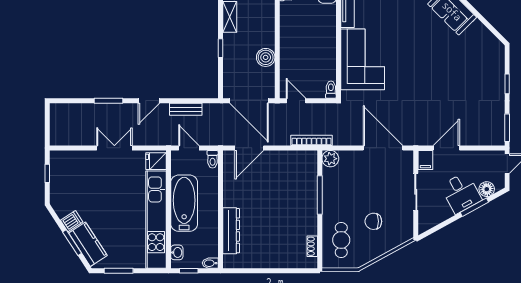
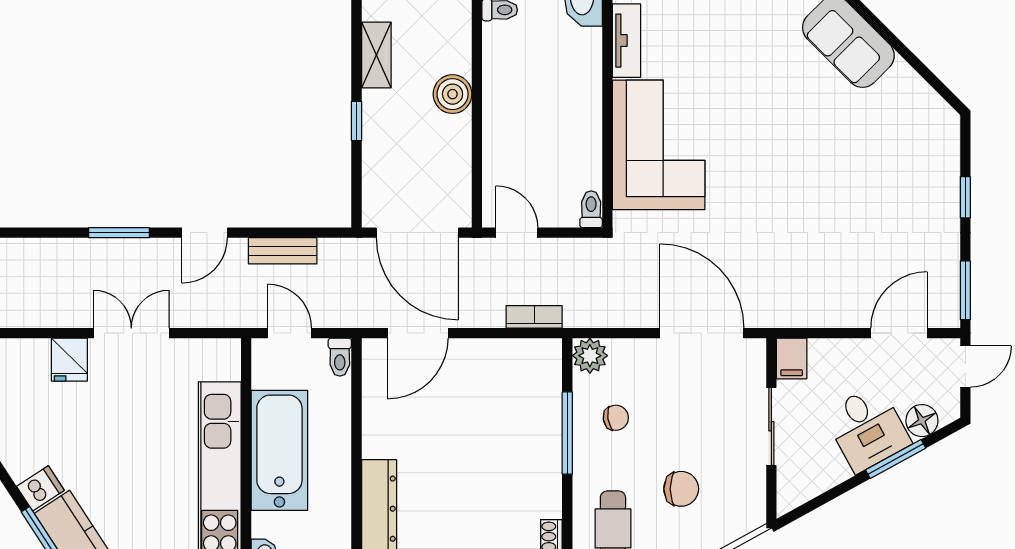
boiler: (266, 57) -> (453, 94), moved
bookcase: (312, 140) -> (534, 317), width x0.64
door: (446, 148) -> (899, 333), moved
fridge: (156, 161) -> (69, 360), moved, turned -90
chair: (343, 188) -> (616, 418), added
chair: (373, 221) -> (681, 489), turned 180

